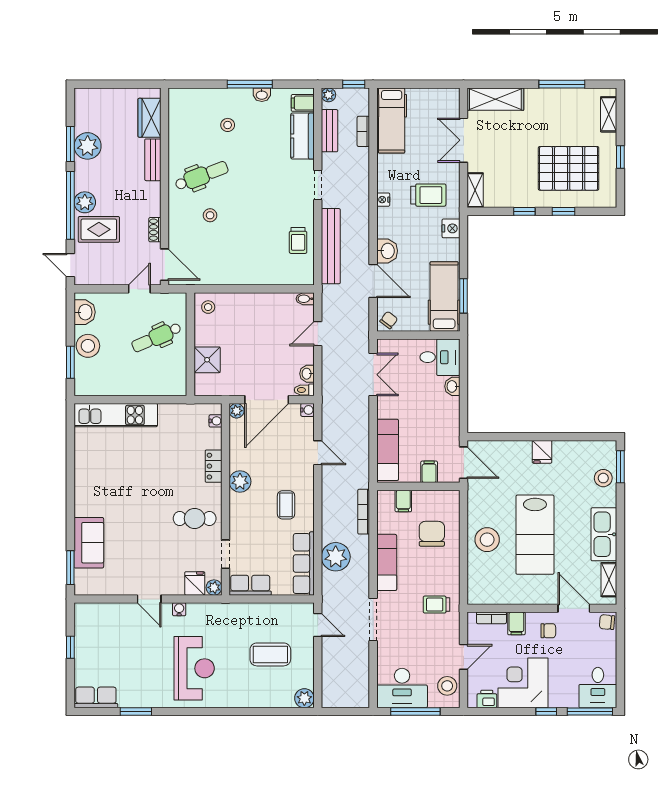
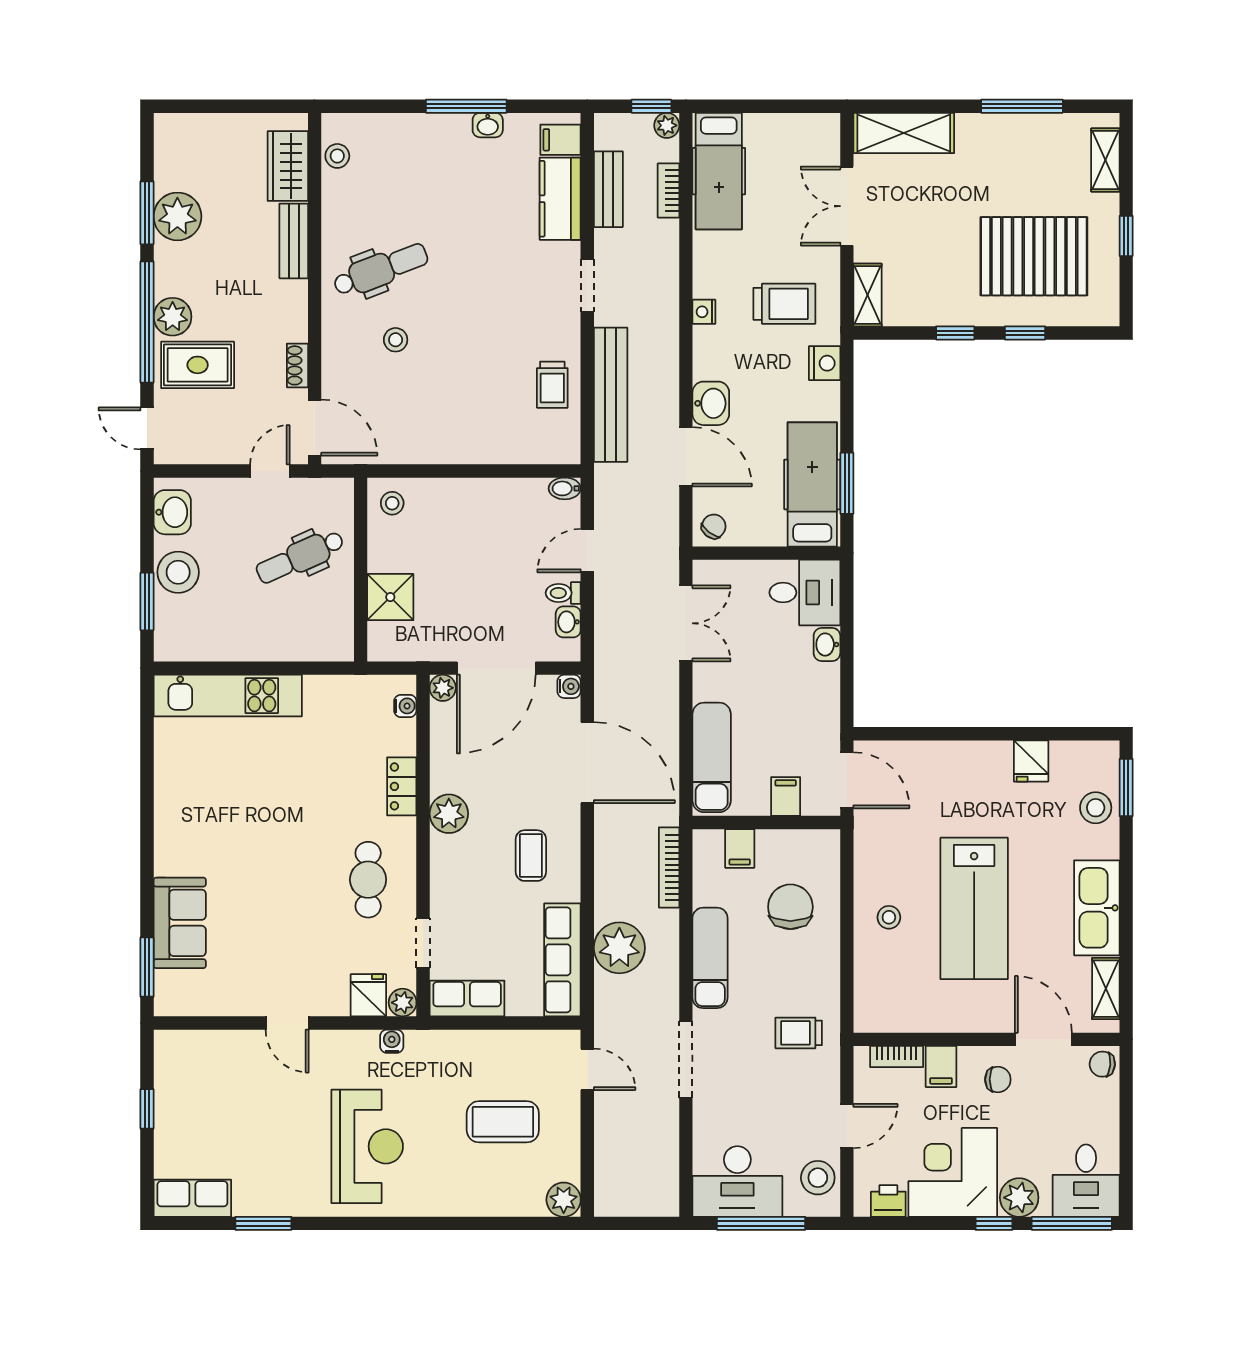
plant: (328, 95) -> (667, 125), moved
stool: (228, 125) -> (337, 156), moved
toilet: (304, 390) -> (563, 593), moved
fridge: (542, 452) -> (1031, 761), moved
door: (318, 453) -> (587, 763), width x1.87
cafe table: (195, 518) -> (368, 880), turned 90
stool: (487, 540) -> (889, 917), width x0.53, depth x0.53
water cooler: (179, 609) -> (392, 1041), moved
plant: (560, 697) -> (1019, 1198), added

